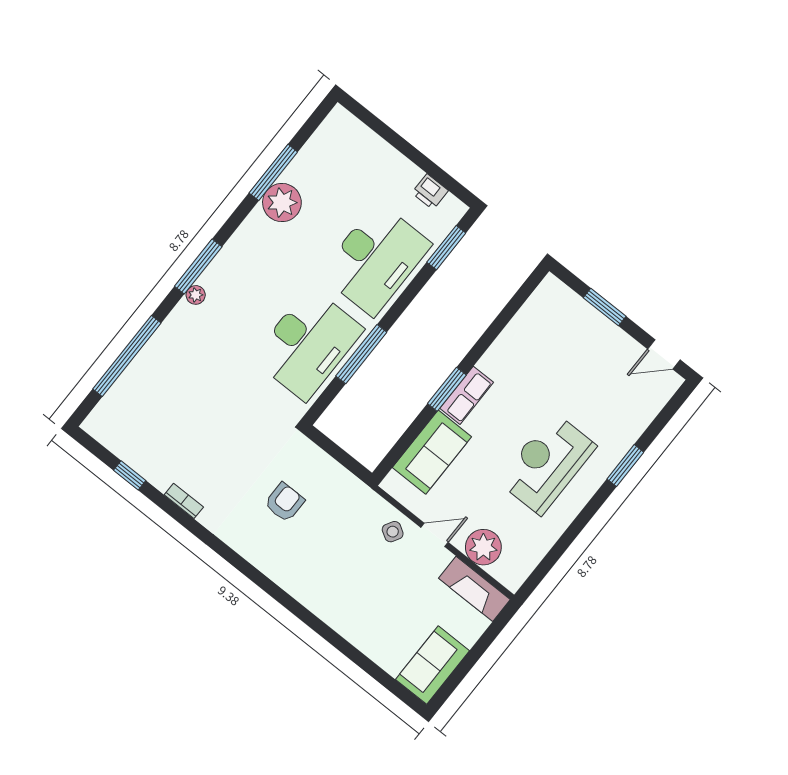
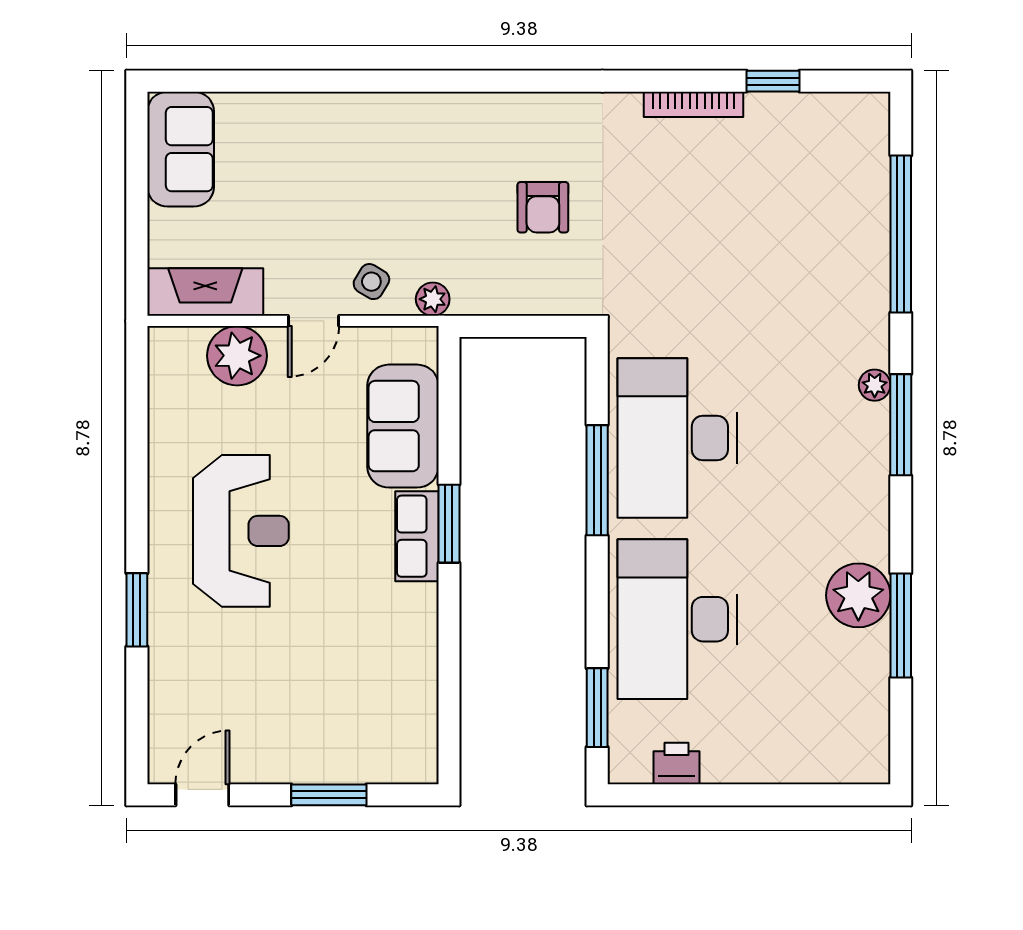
plant: (371, 500) -> (433, 299), added
bookcase: (184, 501) -> (693, 104), width x1.56

